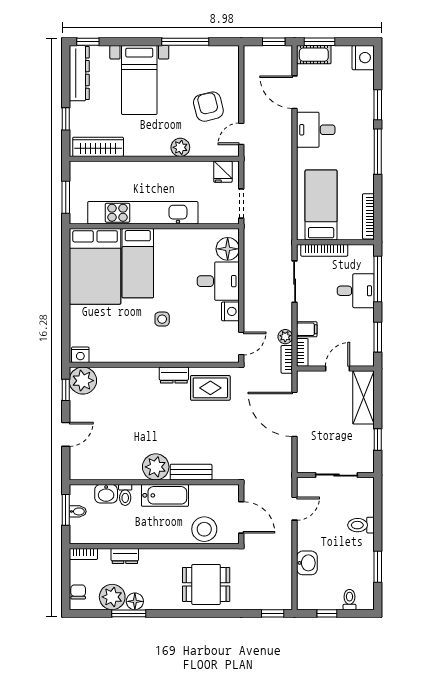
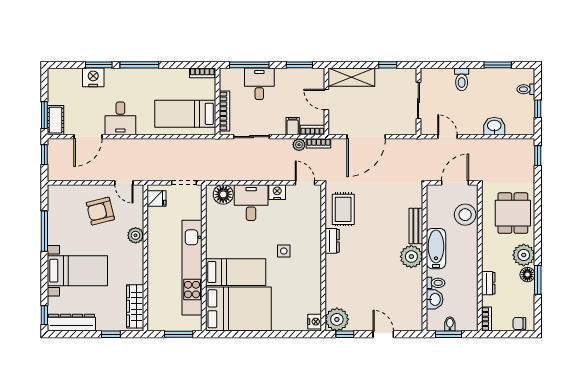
nightstand: (363, 58) -> (93, 77), moved
bookcase: (368, 216) -> (202, 73), width x0.64
plant: (112, 597) -> (524, 255), moved

